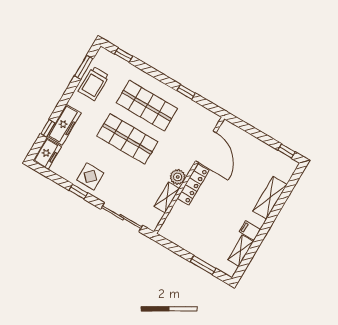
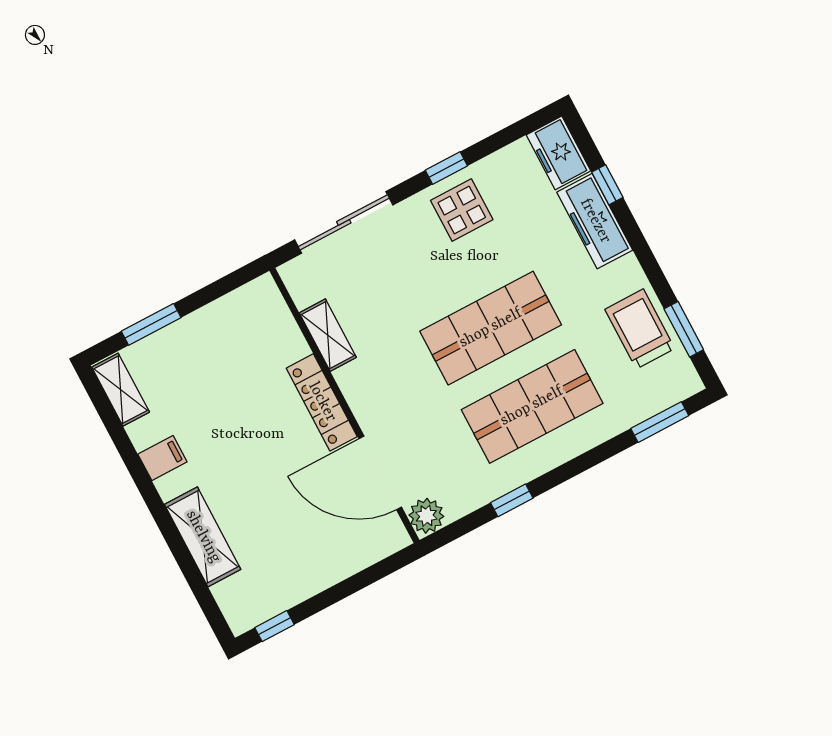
window: (124, 55) -> (660, 422), width x1.50
plant: (178, 177) -> (426, 516), moved
shelving: (241, 251) -> (121, 390), moved

